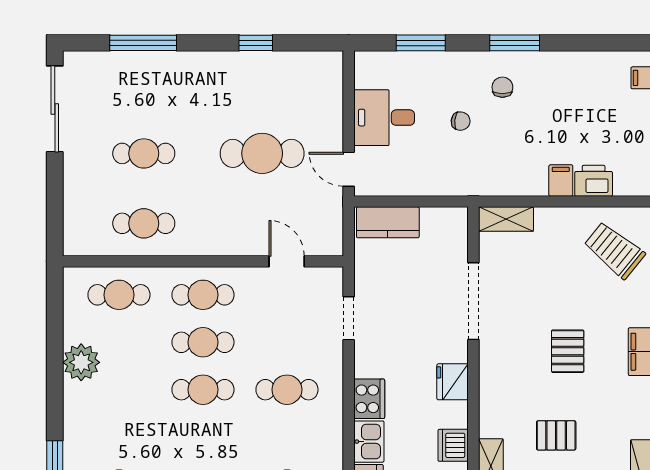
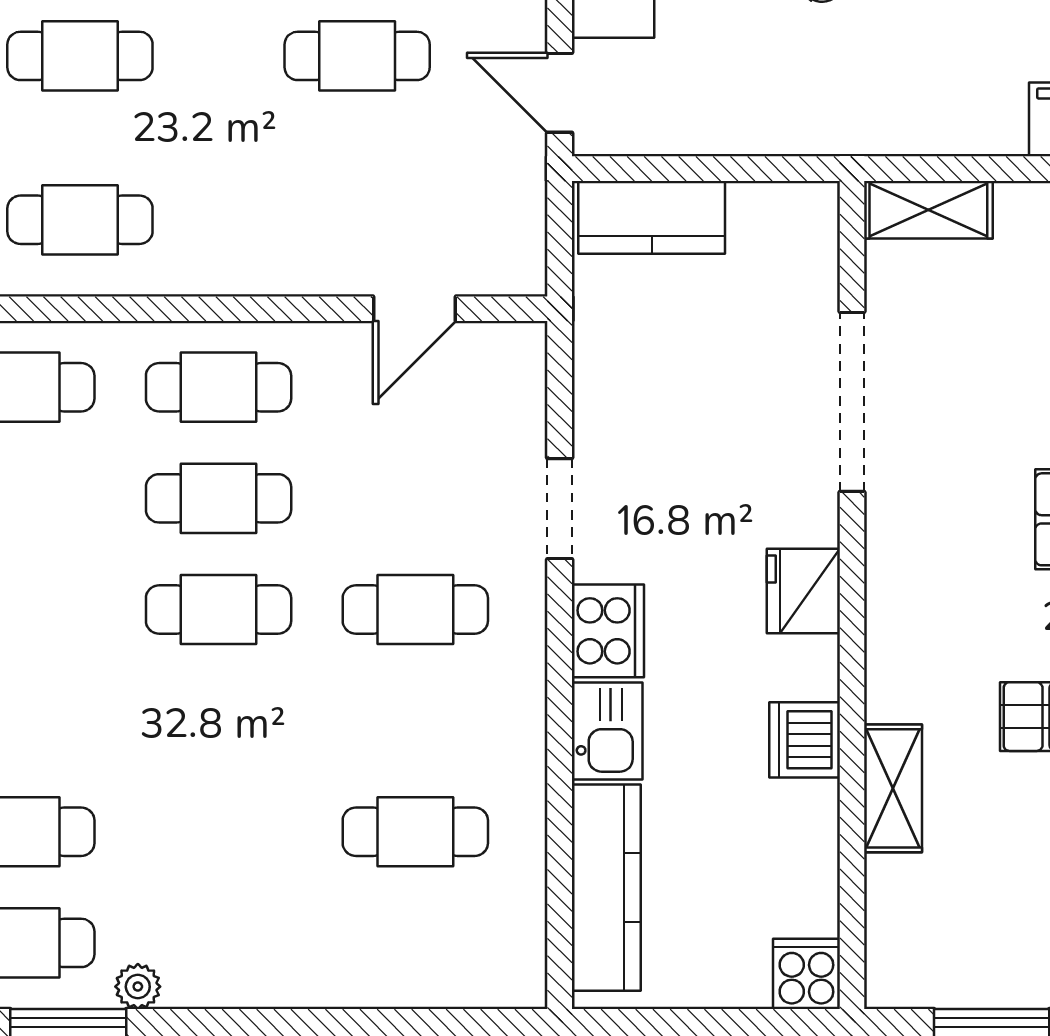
cafe table: (262, 153) -> (357, 56), width x0.73, depth x0.74
door: (287, 261) -> (414, 309), swing flipped
doorway: (349, 318) -> (560, 509), moved

